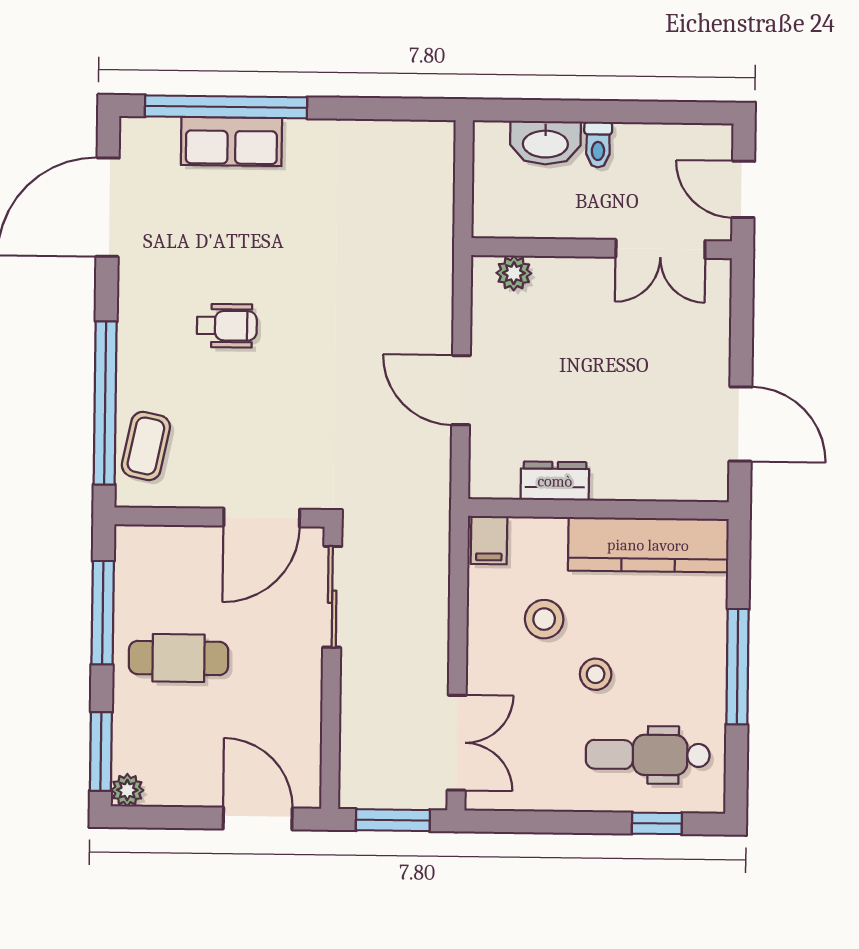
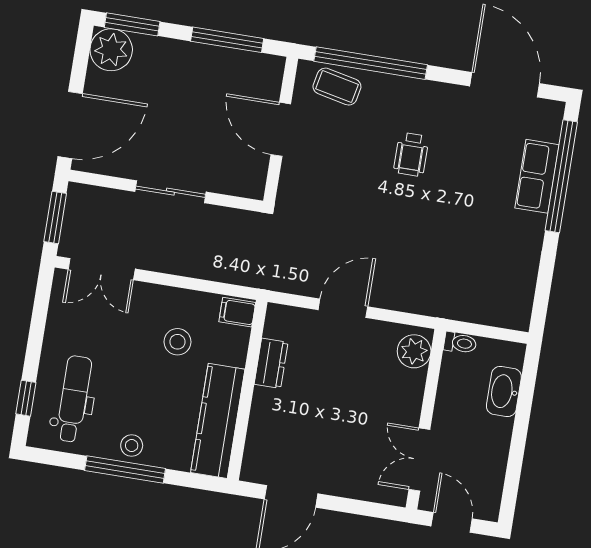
toilet: (598, 145) -> (460, 343), moved, turned 180
door: (743, 189) -> (452, 522), hinge flipped
plant: (514, 273) -> (414, 351), width x1.38, depth x1.38
door: (262, 518) -> (281, 129), moved
sliding door: (332, 597) -> (170, 192), moved
cafe table: (179, 658) -> (188, 87), removed
stool: (596, 674) -> (132, 445), moved
plant: (127, 790) -> (111, 50), width x1.88, depth x1.88
door: (258, 818) -> (70, 125), width x1.36

